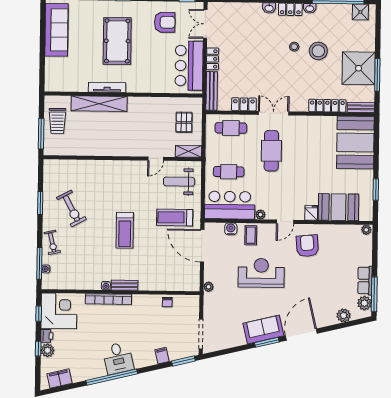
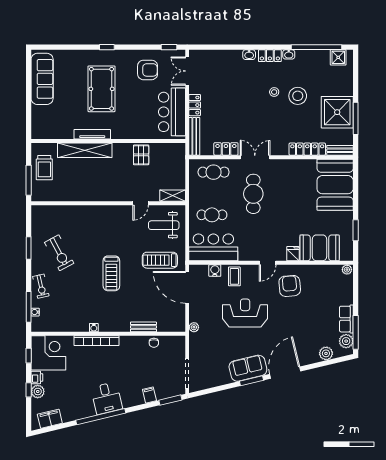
pallet: (184, 122) -> (141, 155), moved
plant: (260, 215) -> (244, 256), removed
bench: (125, 285) -> (143, 327), moved

